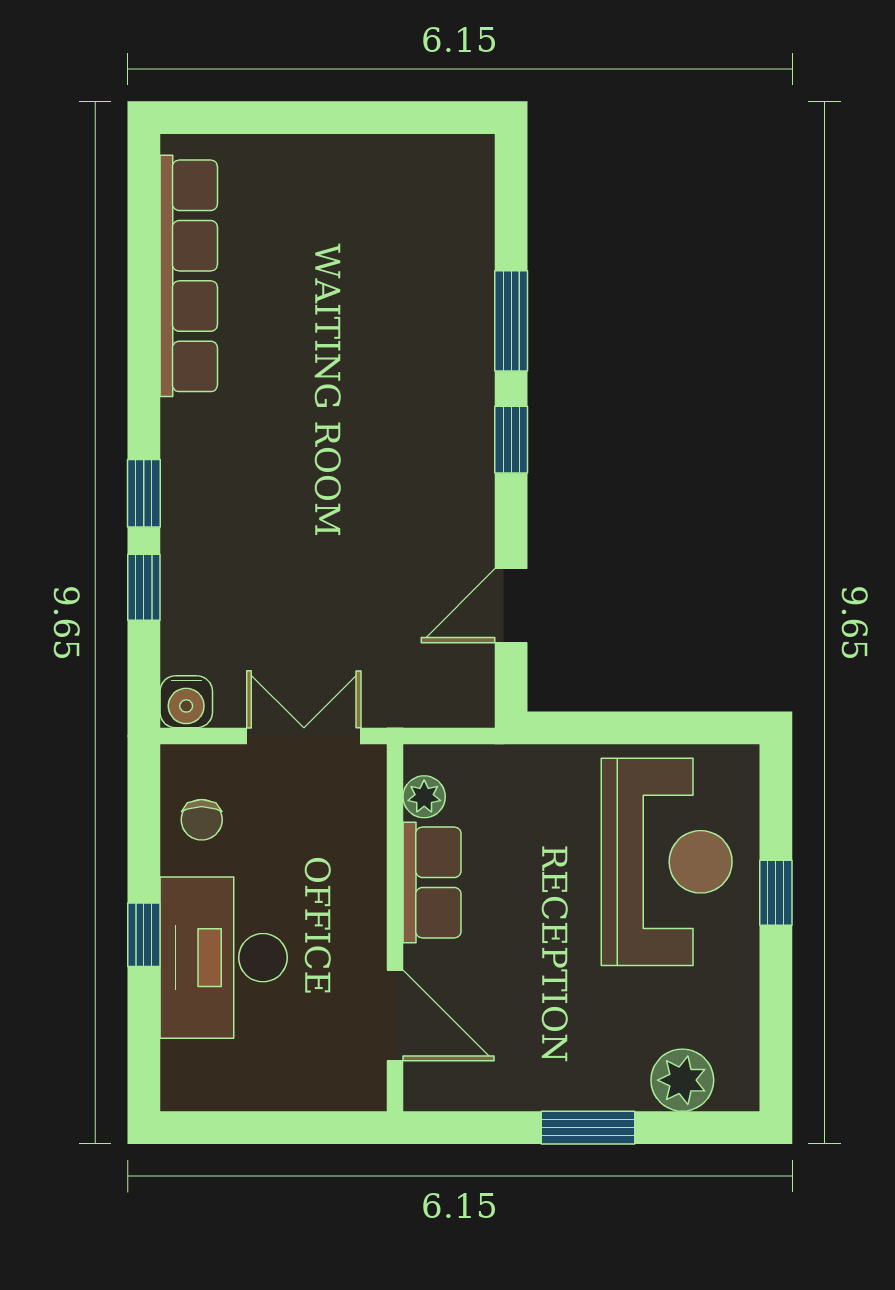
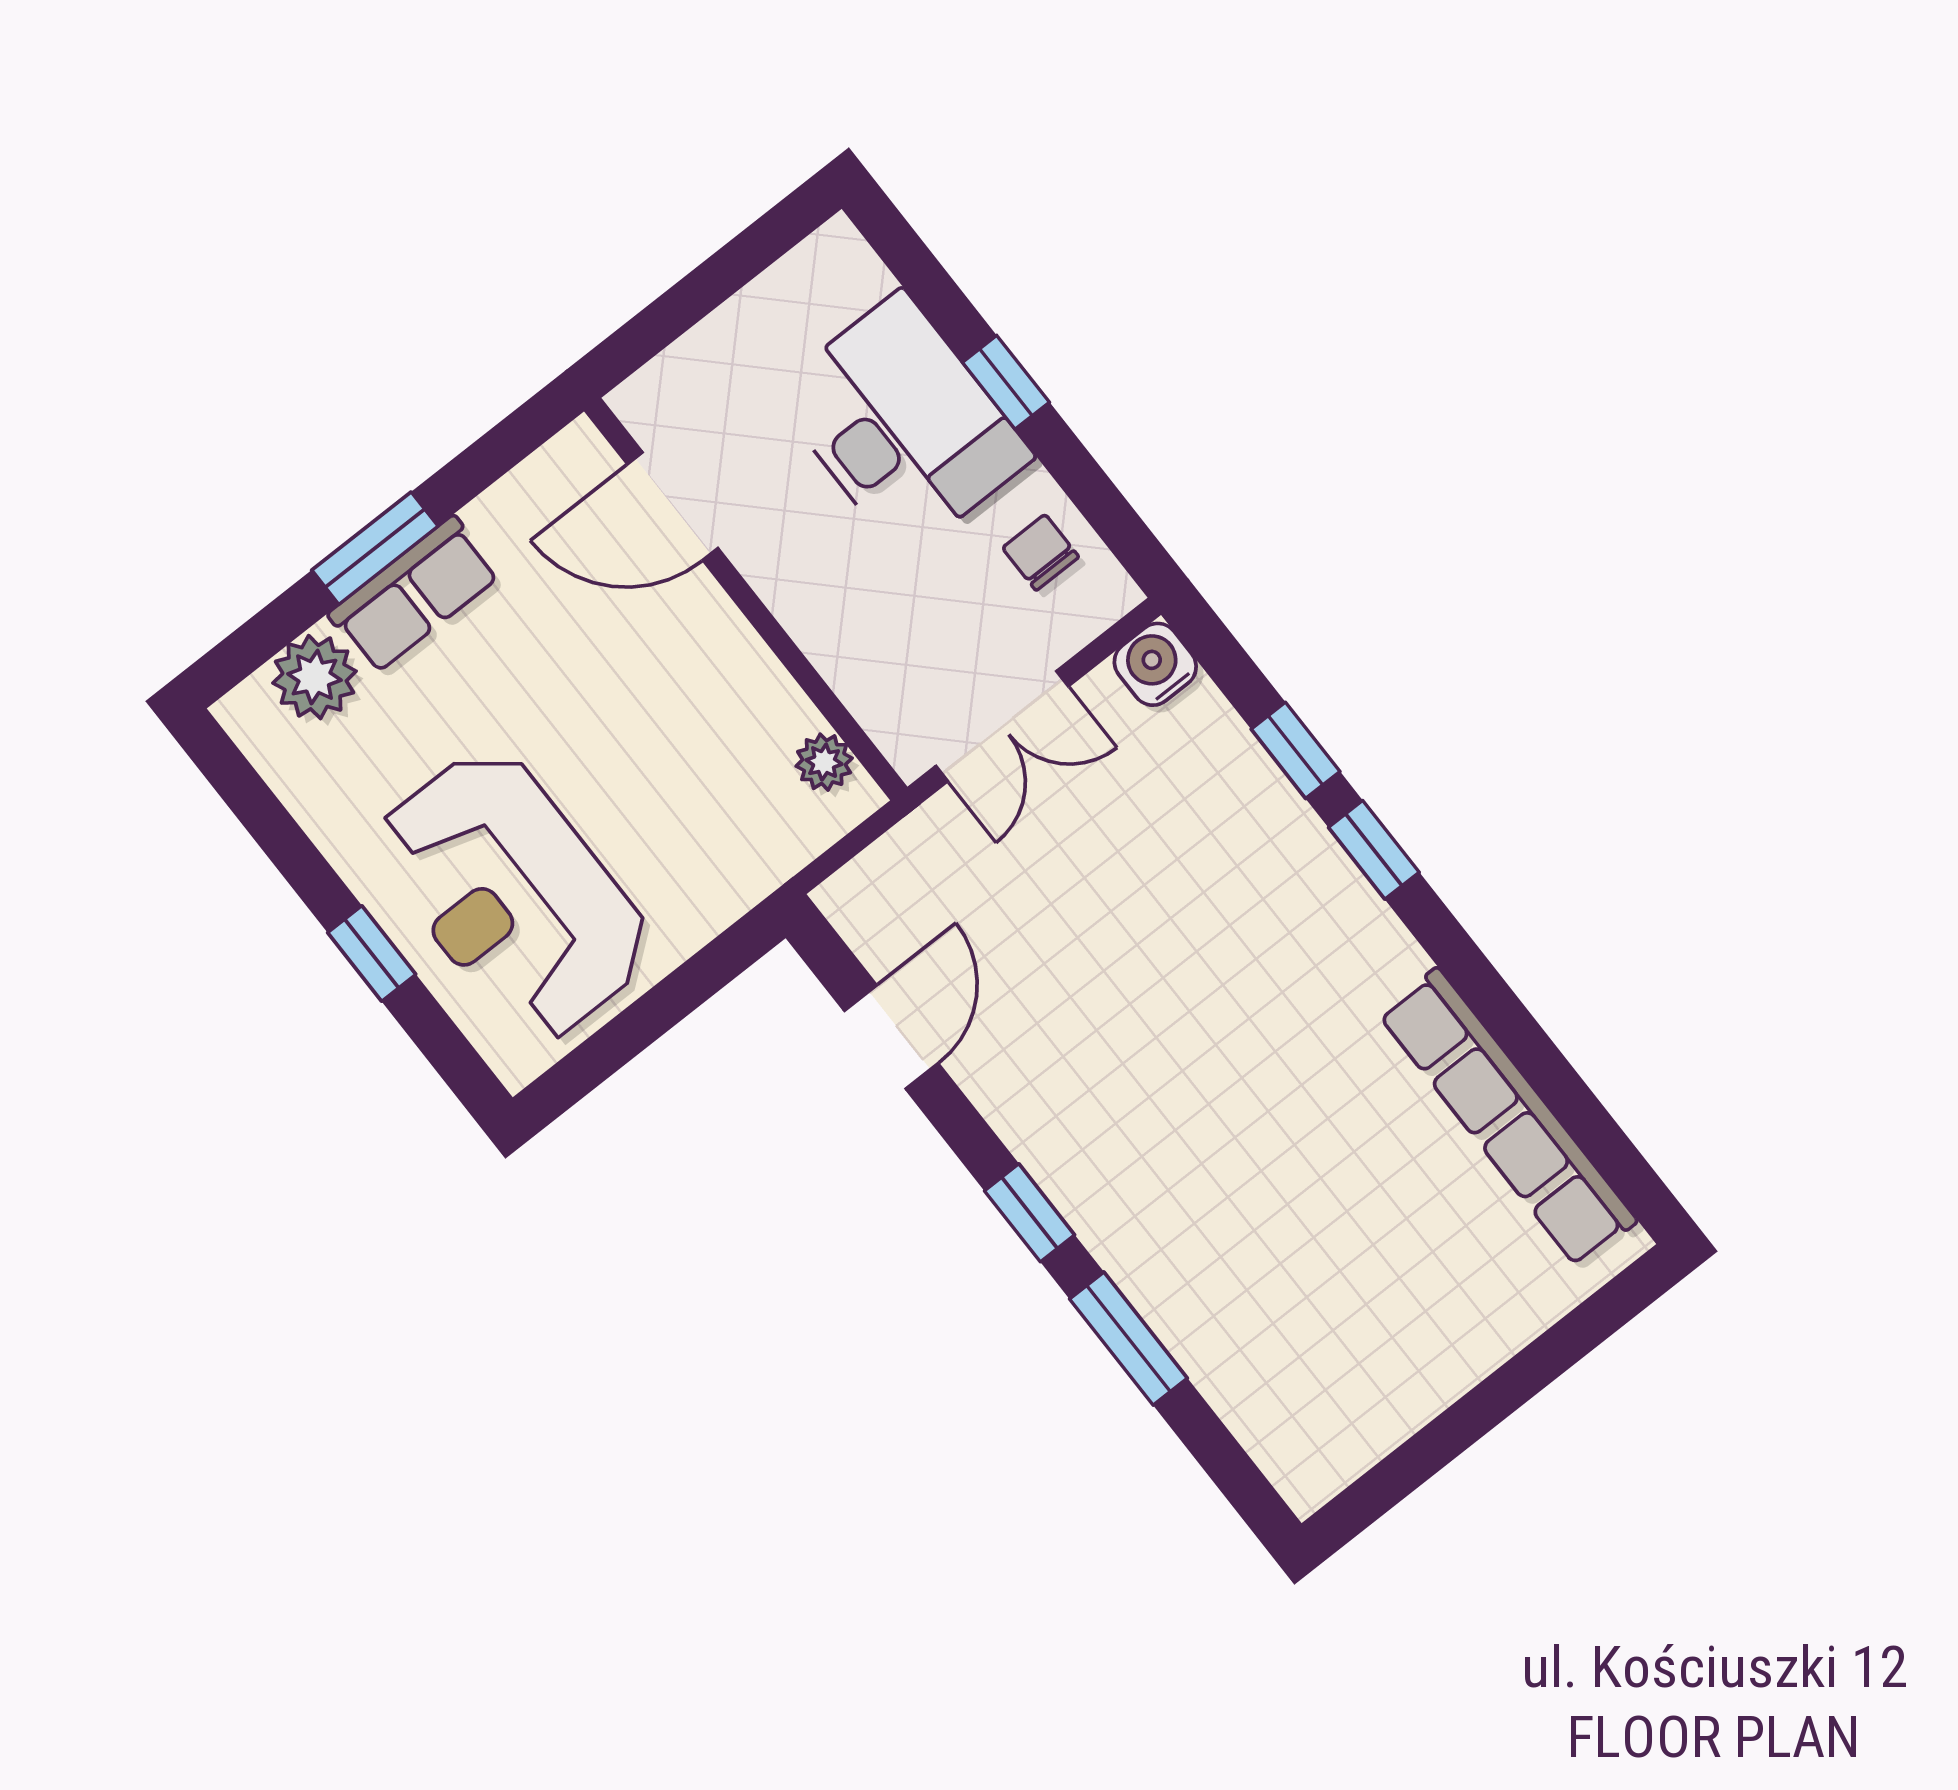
row of seats: (432, 883) -> (414, 595), moved, turned -90

